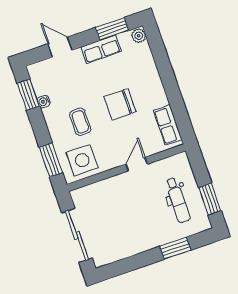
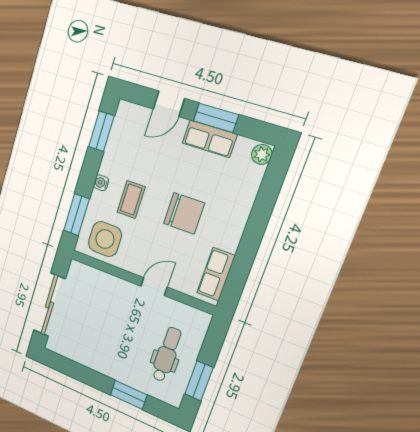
window: (112, 29) -> (216, 118), moved
door: (60, 47) -> (169, 104), swing flipped
water cooler: (44, 102) -> (101, 183), moved
chair: (120, 104) -> (184, 213), turned 180
dental chair: (178, 200) -> (167, 355), turned 180

